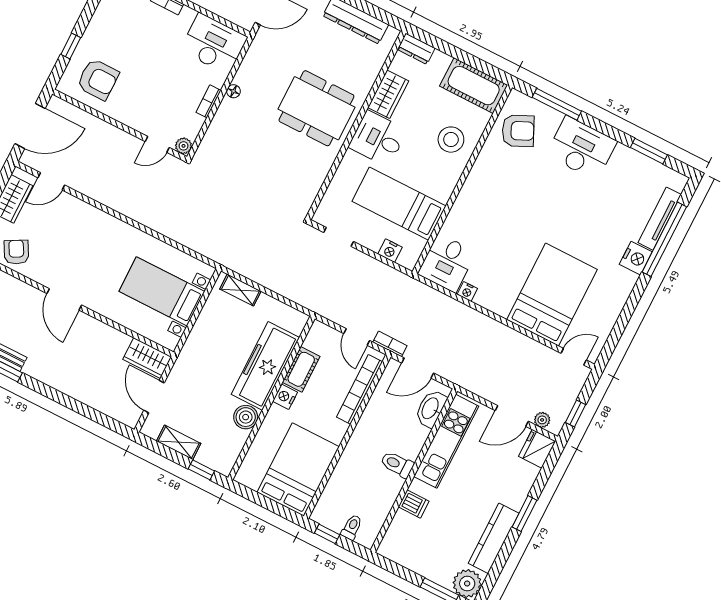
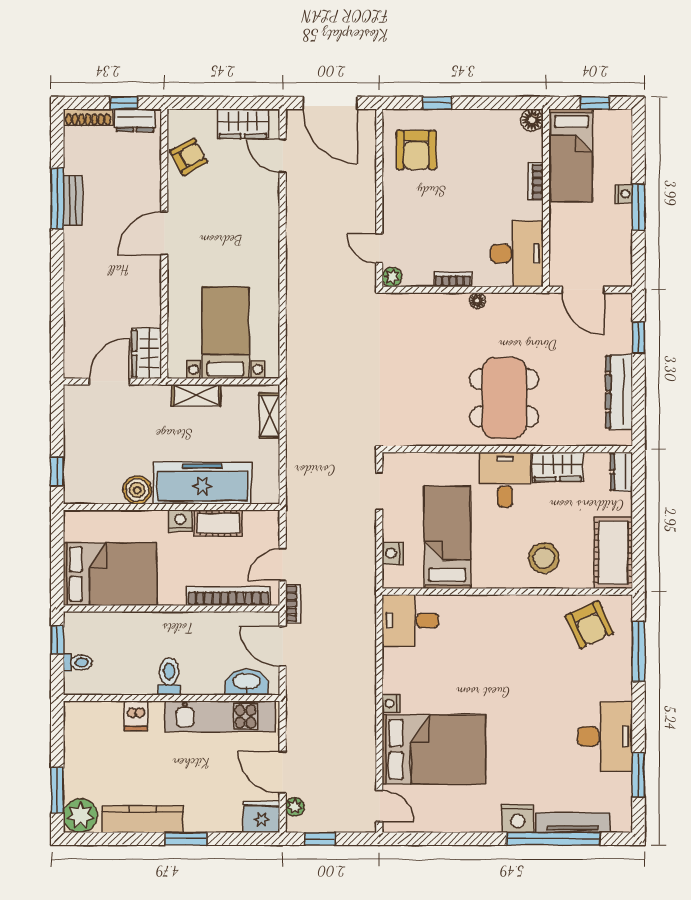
desk: (581, 148) -> (605, 736), moved
nightstand: (467, 291) -> (391, 703), moved
shelving: (179, 442) -> (196, 395), moved, turned 90

